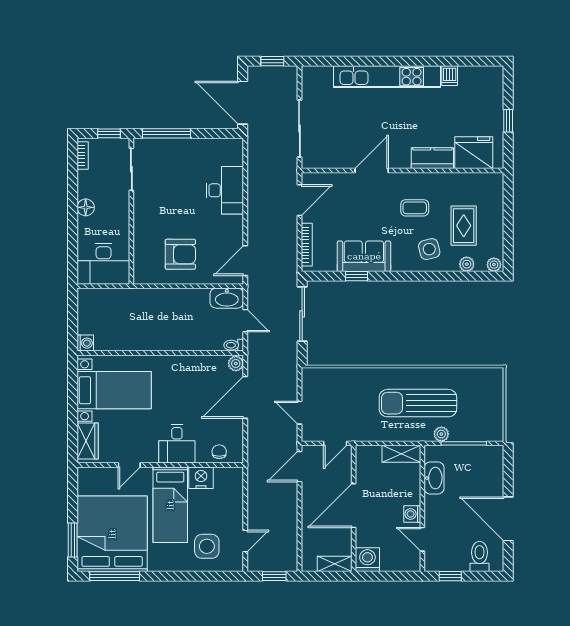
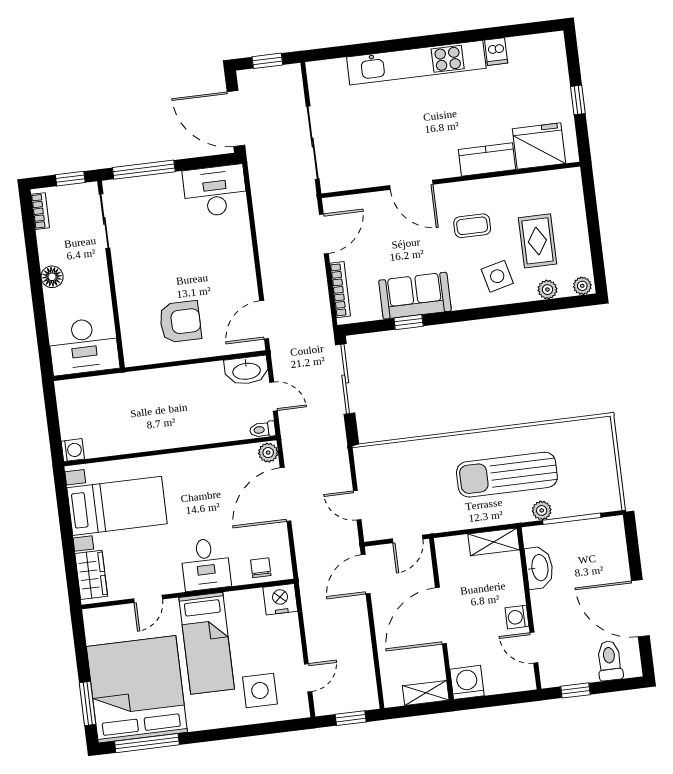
door: (372, 170) -> (411, 185), swing flipped
desk: (225, 190) -> (215, 191), moved, turned -90
nightstand: (201, 478) -> (280, 599), moved

